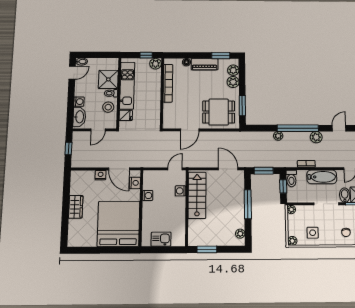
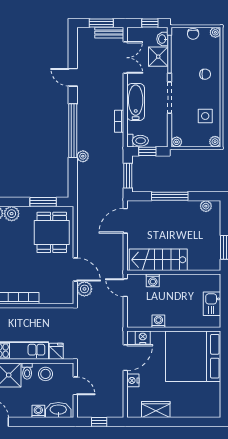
plant: (316, 137) -> (84, 289), moved
bidet: (345, 195) -> (159, 74), removed
wardrobe: (76, 207) -> (156, 410), moved

